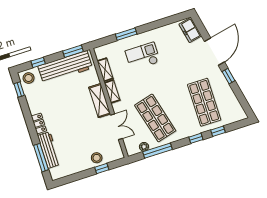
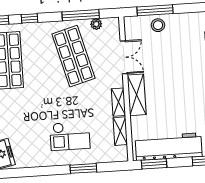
double door: (117, 127) -> (124, 57), swing flipped
window: (102, 169) -> (155, 10), width x2.17

